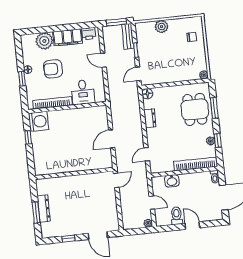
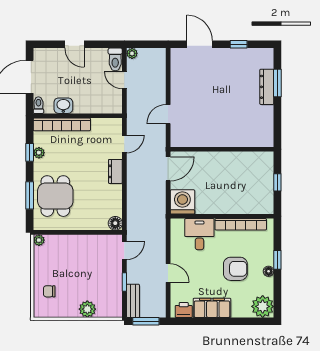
plant: (44, 41) -> (263, 306), moved
dresser: (150, 118) -> (115, 171), moved
washing machine: (39, 121) -> (182, 202), moved, turned 90
wall: (74, 173) -> (222, 149), moved
washbasin: (172, 181) -> (63, 106), moved
toilet: (177, 216) -> (115, 59), moved

